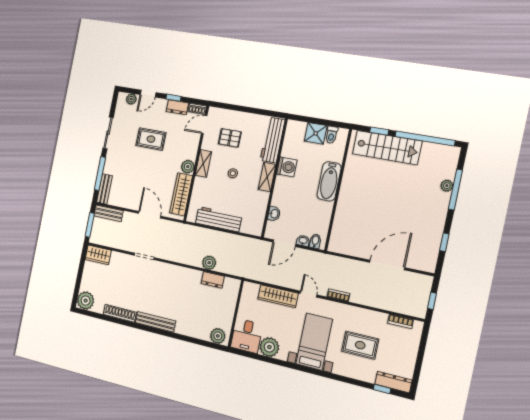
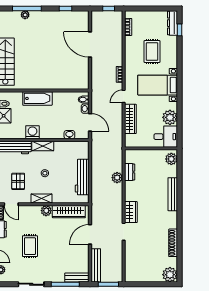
bench: (109, 213) -> (96, 265), width x1.36
wardrobe: (98, 255) -> (131, 212), moved
bench: (155, 322) -> (173, 194), moved

